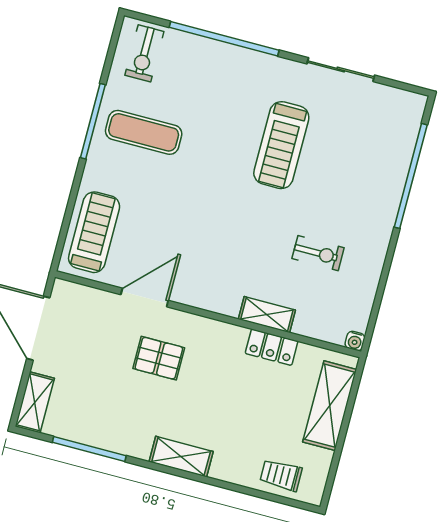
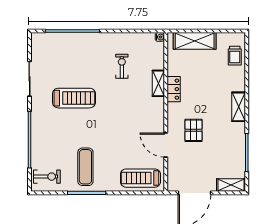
locker: (272, 347) -> (174, 89), moved

